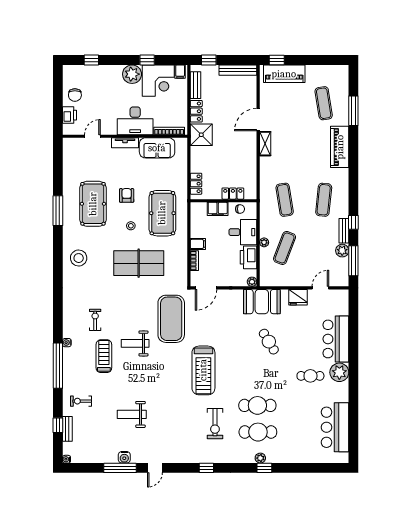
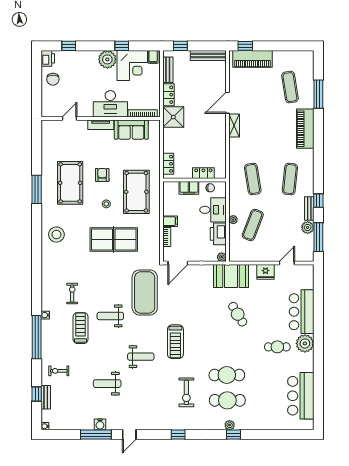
printer: (69, 115) -> (48, 58), moved
treadmill: (203, 370) -> (175, 342), width x0.73, depth x0.73
weight bench: (167, 386) -> (141, 357), added

